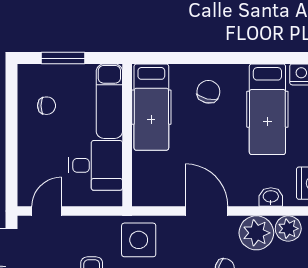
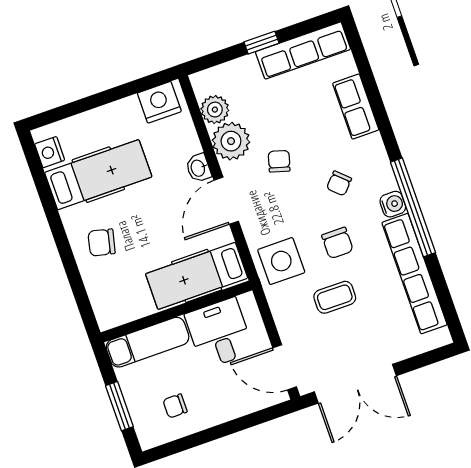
chair: (47, 106) -> (175, 406), turned -90
hospital bed: (151, 107) -> (197, 276), moved, turned 180
washbasin: (271, 197) -> (198, 168), moved
door: (47, 211) -> (285, 367), width x1.37

